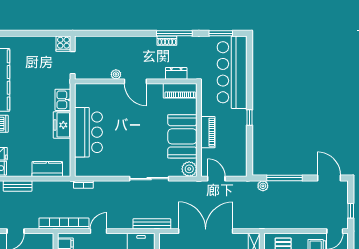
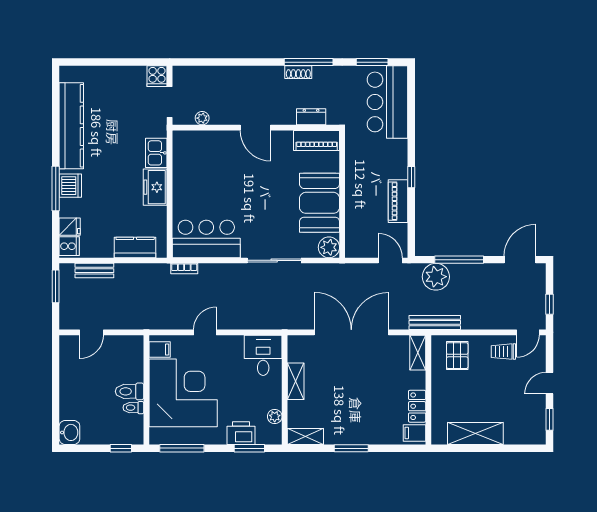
bar counter: (232, 72) -> (387, 102), width x0.73
plant: (116, 74) -> (202, 118), moved
bar counter: (88, 132) -> (206, 239), moved, turned -90
piano: (208, 132) -> (398, 201), moved, turned 180
door: (329, 178) -> (520, 260), hinge flipped
door: (216, 179) -> (390, 260), moved
plant: (263, 186) -> (436, 277), width x1.88, depth x1.88
bookcase: (64, 224) -> (158, 322), removed
bench: (152, 224) -> (435, 322), moved

